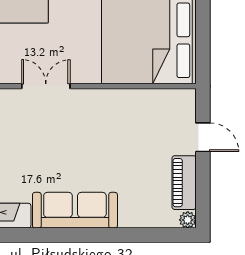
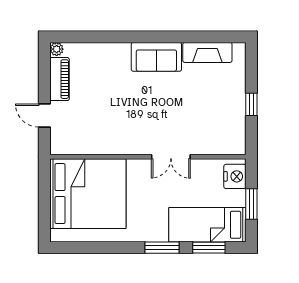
sofa: (75, 210) -> (156, 57), width x0.73

